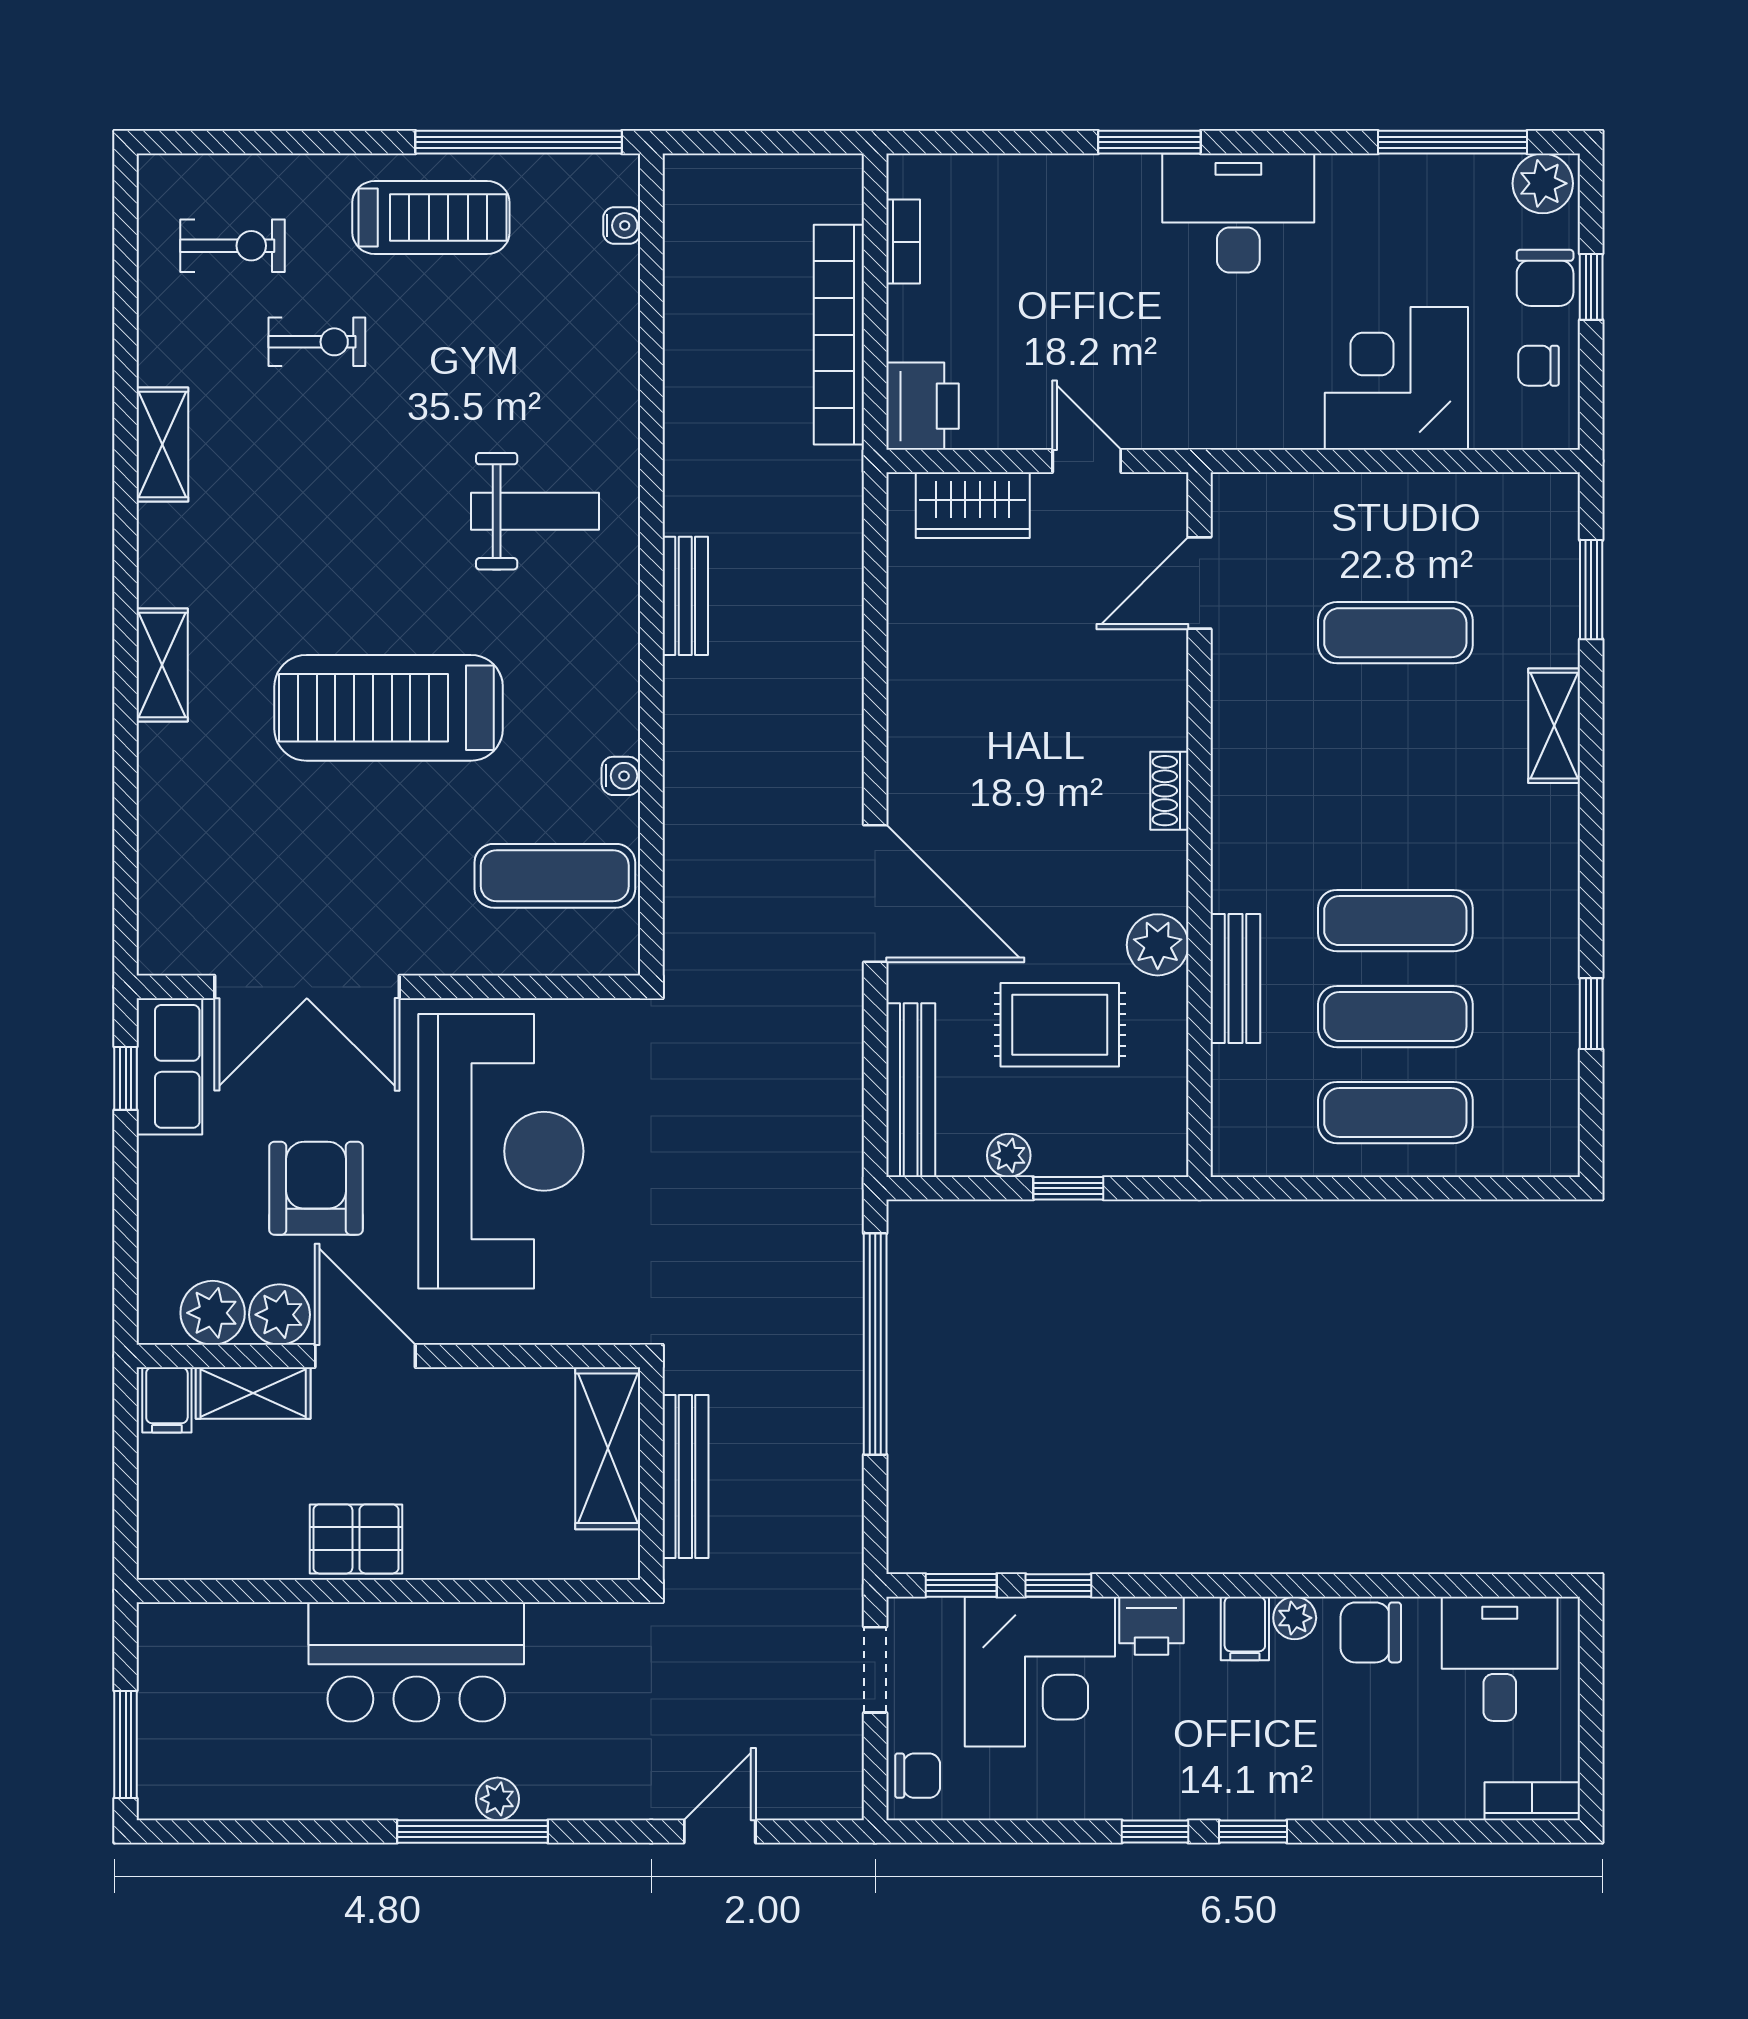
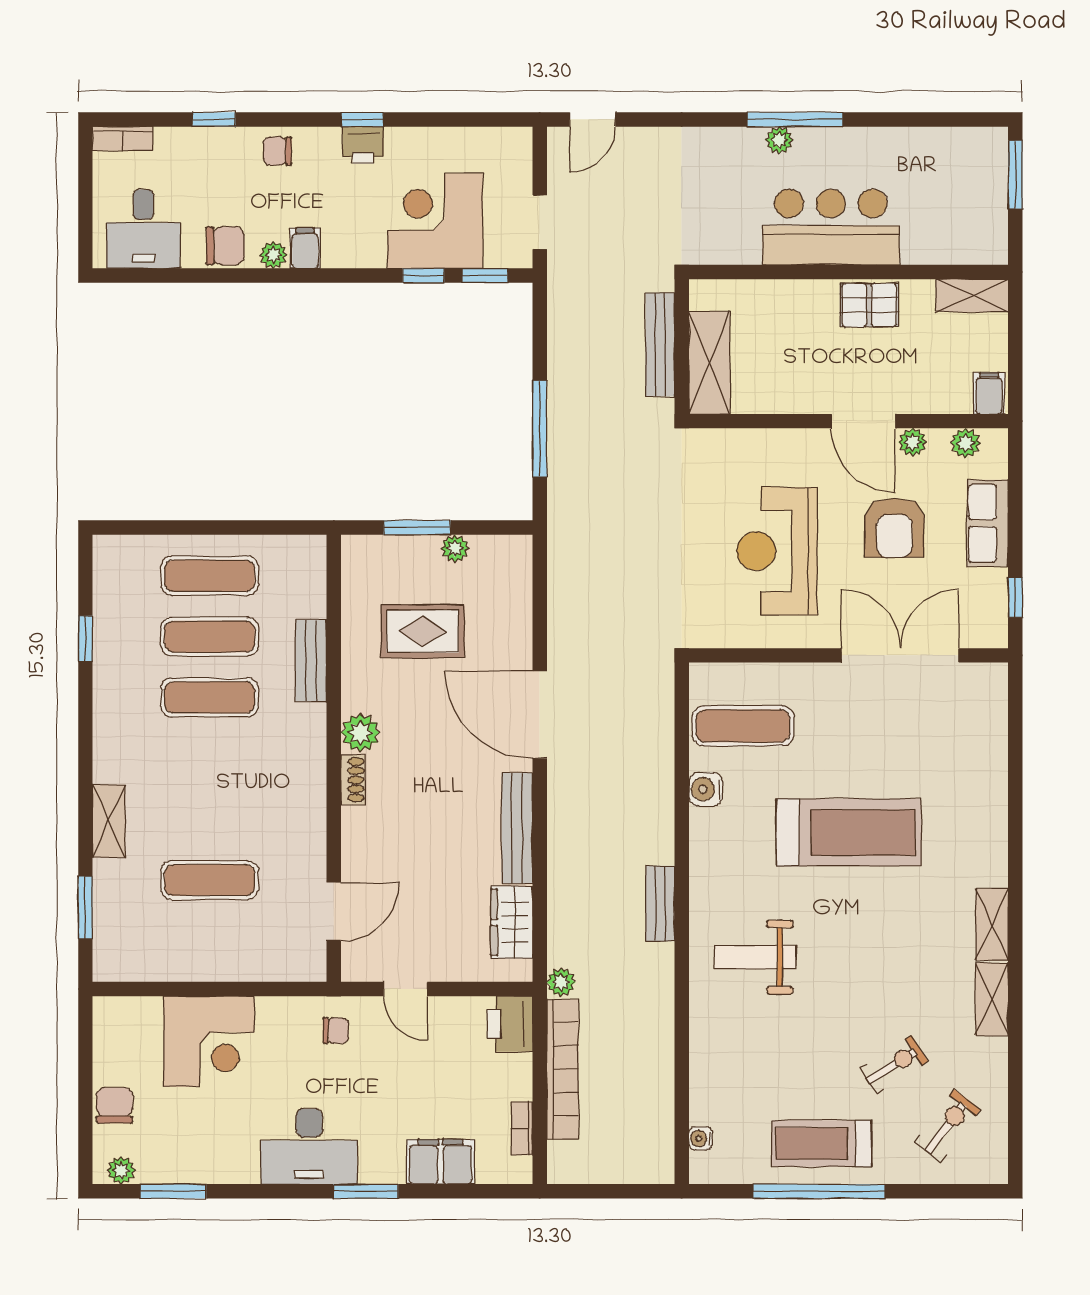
window: (519, 142) -> (819, 1191), moved
window: (1452, 142) -> (173, 1191), width x0.69
plant: (1543, 183) -> (121, 1170), width x0.73, depth x0.73
filing cabinet: (1031, 189) -> (441, 1162), added
exercise bike: (232, 246) -> (947, 1126), turned 127
window: (1591, 287) -> (85, 1100), removed
exercise bike: (317, 342) -> (894, 1065), turned 148
chair: (1538, 366) -> (336, 1031), moved
plant: (841, 472) -> (561, 982), added
wardrobe: (973, 505) -> (512, 922), moved, turned -90
shelving: (162, 665) -> (992, 924), moved
water cooler: (621, 776) -> (706, 789), width x1.38, depth x1.38
plant: (1158, 945) -> (360, 733), moved
row of seats: (169, 1066) -> (987, 523), moved
bench: (911, 1090) -> (517, 828), moved
reception desk: (501, 1151) -> (777, 551), width x0.74, depth x0.77
window: (1068, 1188) -> (417, 528), width x1.50
plant: (213, 1313) -> (966, 443), width x0.73, depth x0.73
plant: (279, 1315) -> (912, 442), width x0.73, depth x0.73
window: (875, 1344) -> (540, 429), width x0.68
shelving: (253, 1393) -> (972, 295), moved
printer: (1152, 1626) -> (363, 145), moved, turned 180
chair: (918, 1776) -> (277, 151), moved
door: (720, 1832) -> (592, 119), moved
window: (1253, 1832) -> (214, 119), moved

